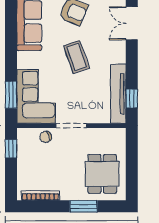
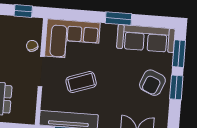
coffee table: (77, 57) -> (81, 82), moved
window: (11, 95) -> (119, 19), moved

